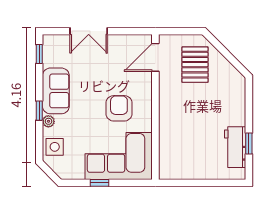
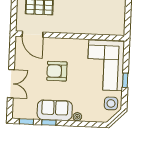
armchair: (119, 108) -> (57, 71), moved
window: (39, 111) -> (49, 122), moved
side table: (55, 147) -> (111, 103), moved

